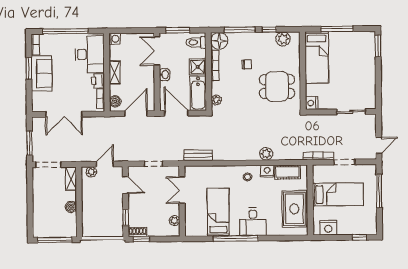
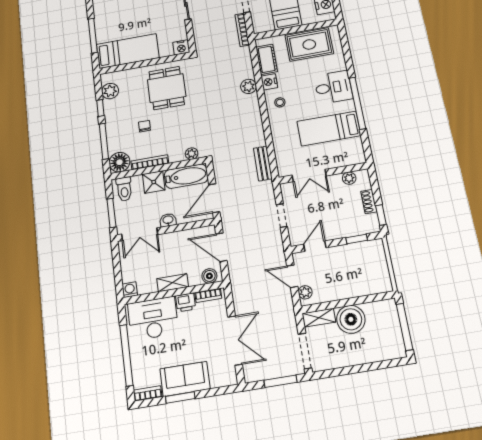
boiler: (71, 207) -> (351, 319), width x1.86, depth x1.86
shoe rack: (138, 232) -> (369, 202), moved

